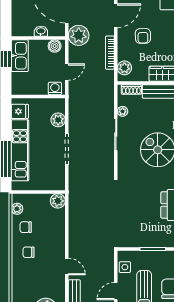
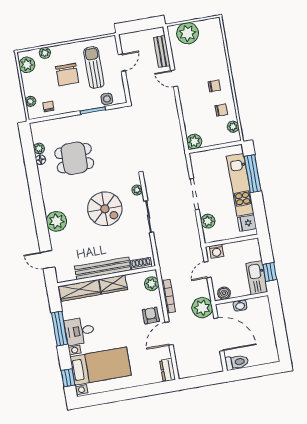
armchair: (143, 36) -> (151, 316), moved
plant: (123, 111) -> (137, 190), moved
side table: (125, 267) -> (107, 99), moved

